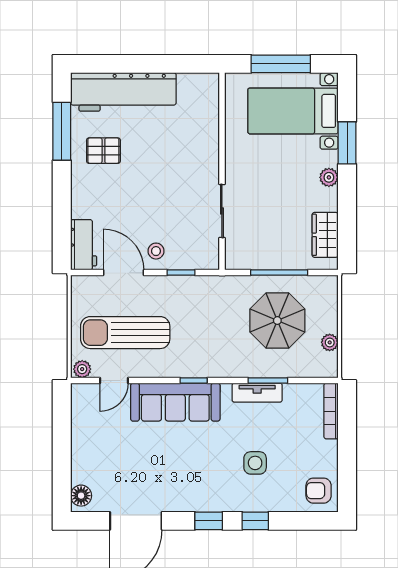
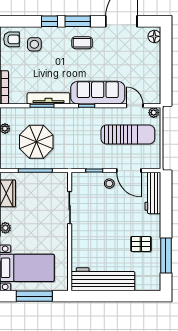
workbench: (123, 92) -> (103, 279), moved
workbench: (84, 245) -> (153, 193), width x1.37
door: (114, 380) -> (135, 106), hinge flipped
tv unit: (257, 393) -> (48, 98), width x1.41
side table: (255, 463) -> (34, 44), moved
coffee table: (201, 485) -> (82, 43), added
window: (209, 521) -> (78, 21), width x1.50

